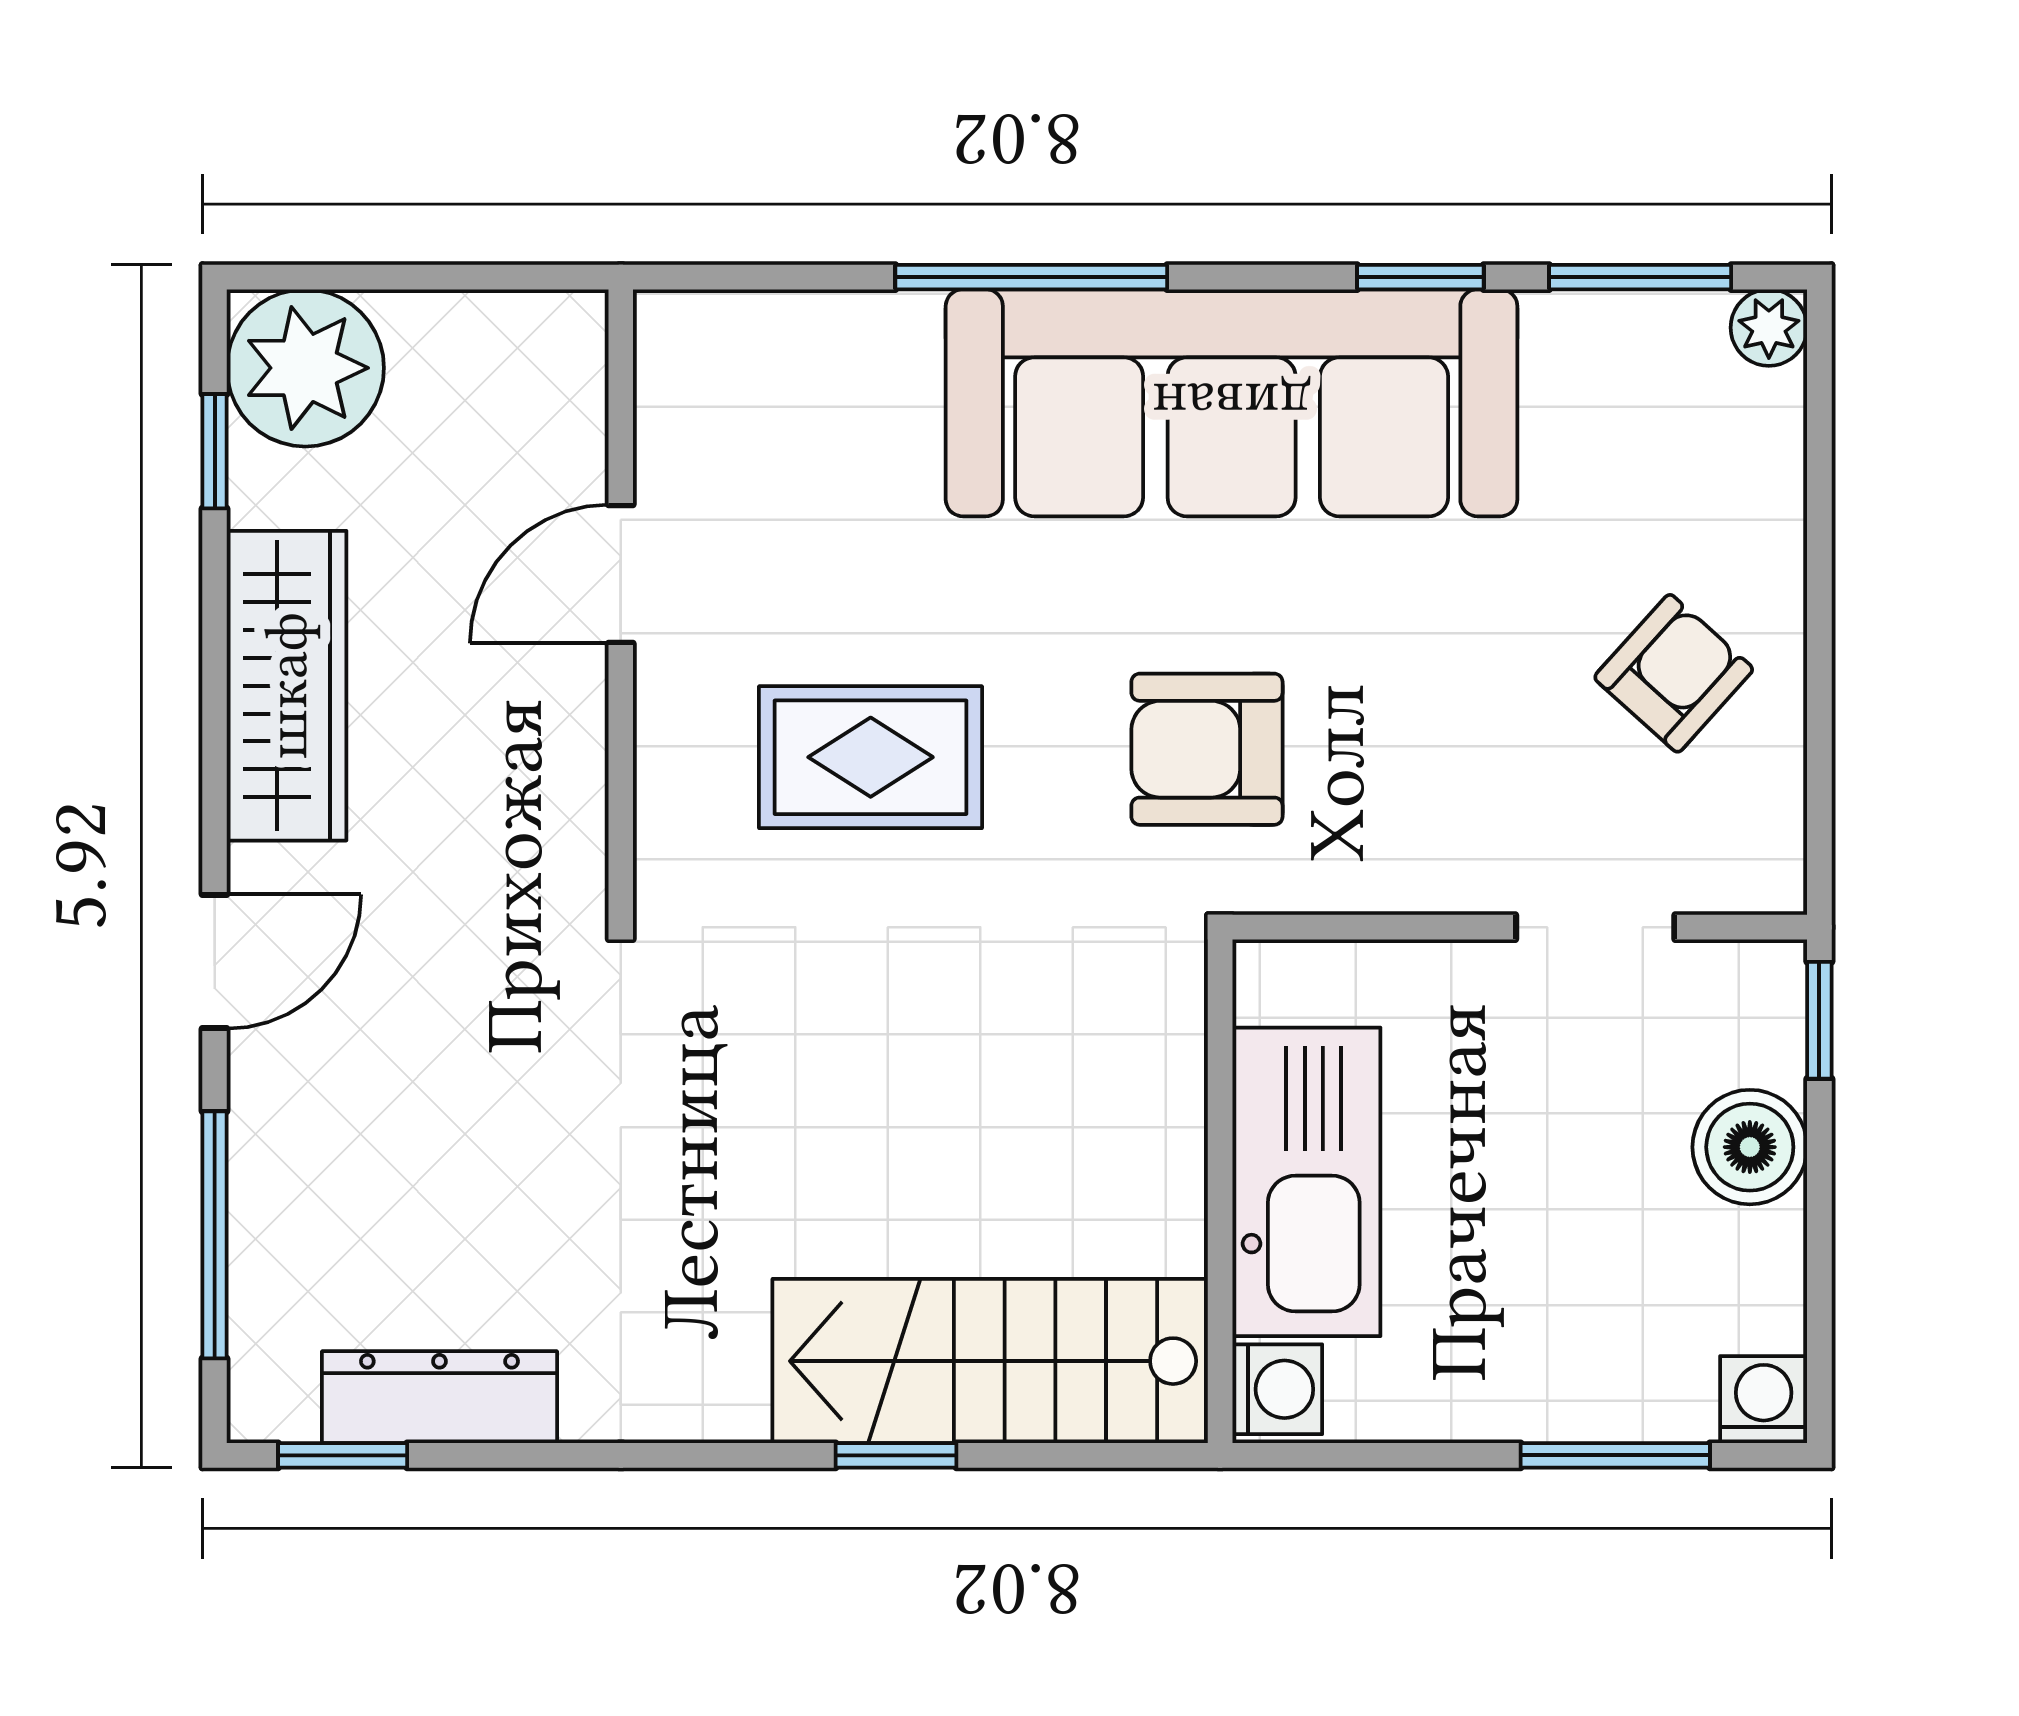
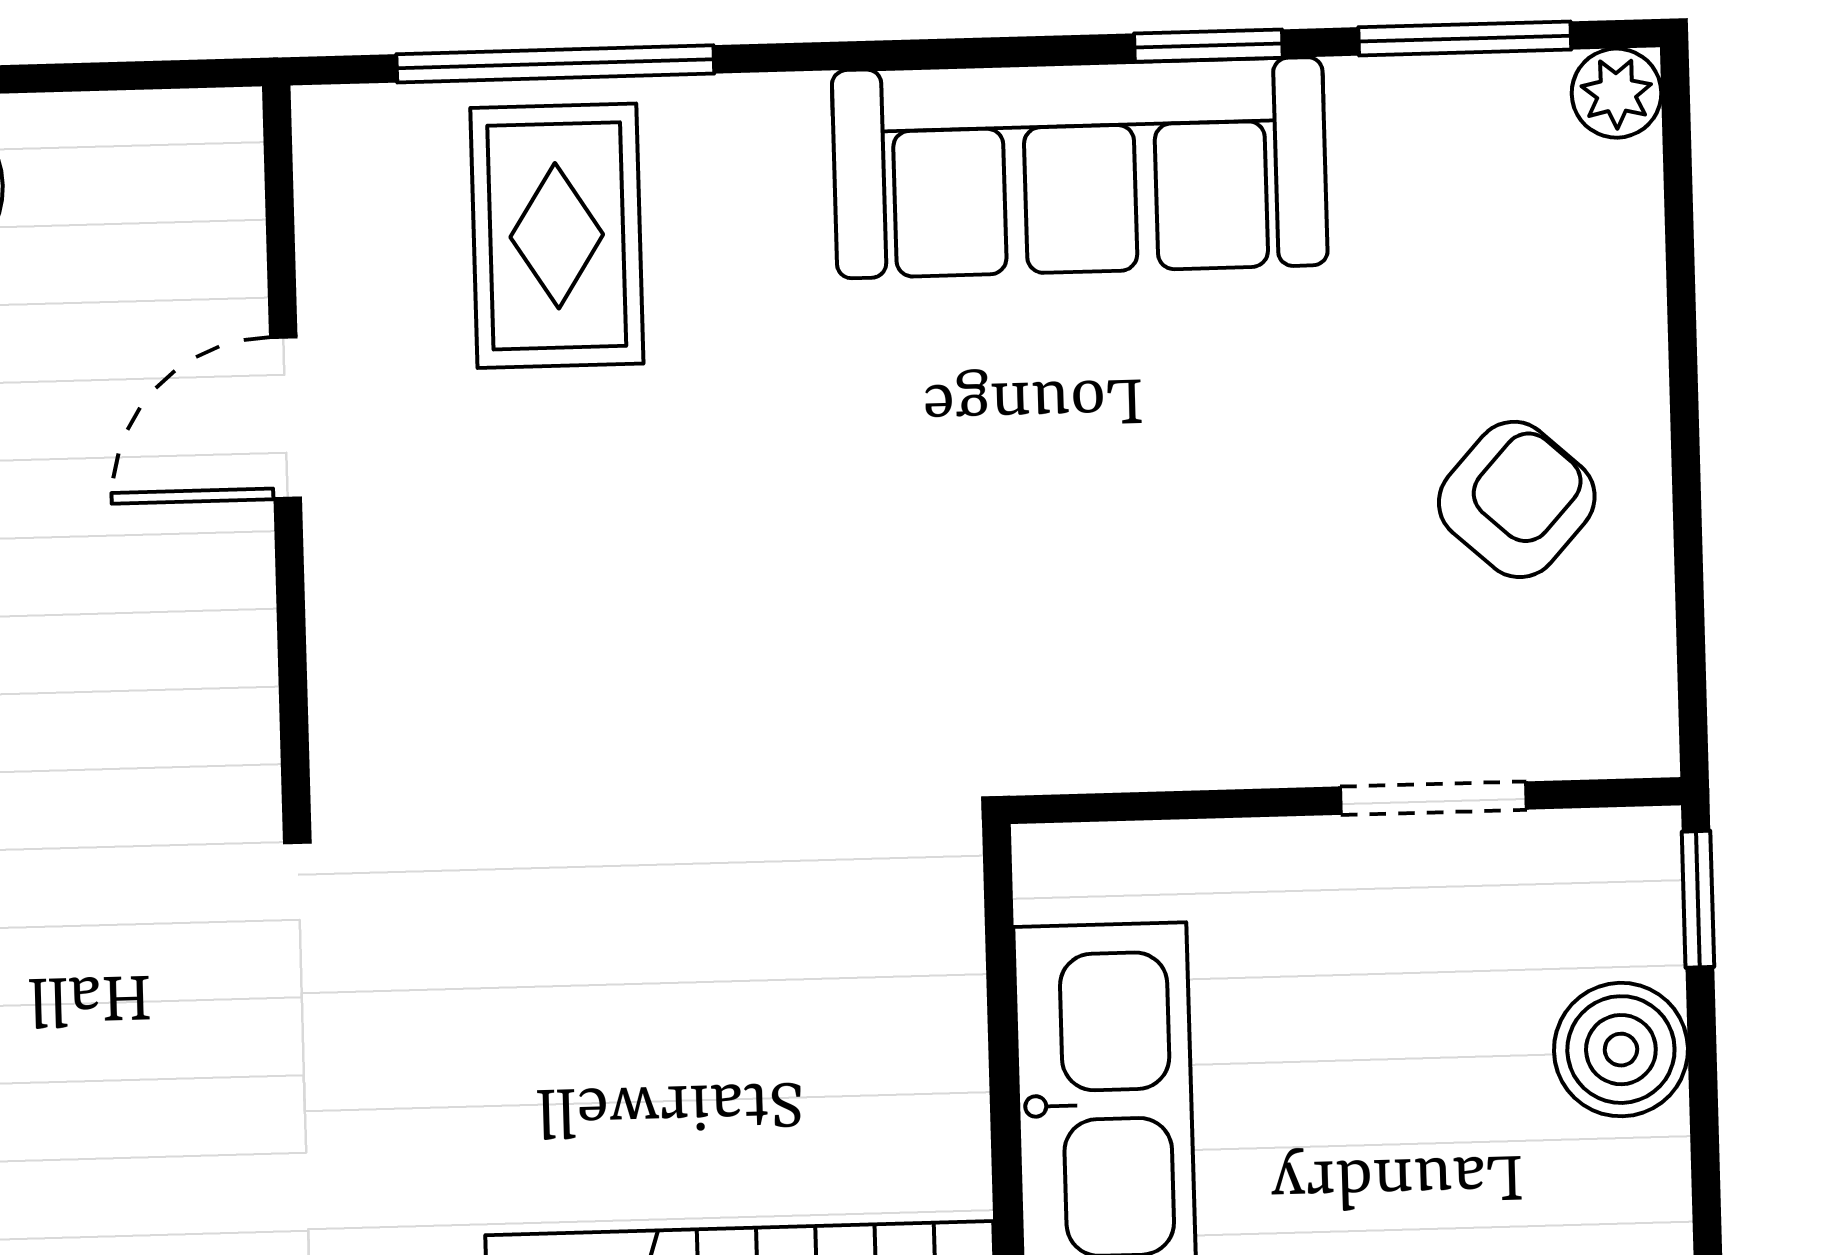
window: (1031, 277) -> (555, 64), moved
sofa: (1232, 403) -> (1080, 168), width x0.74, depth x0.79
armchair: (1207, 749) -> (975, 603), removed
rug: (871, 757) -> (557, 236), moved, turned 90

